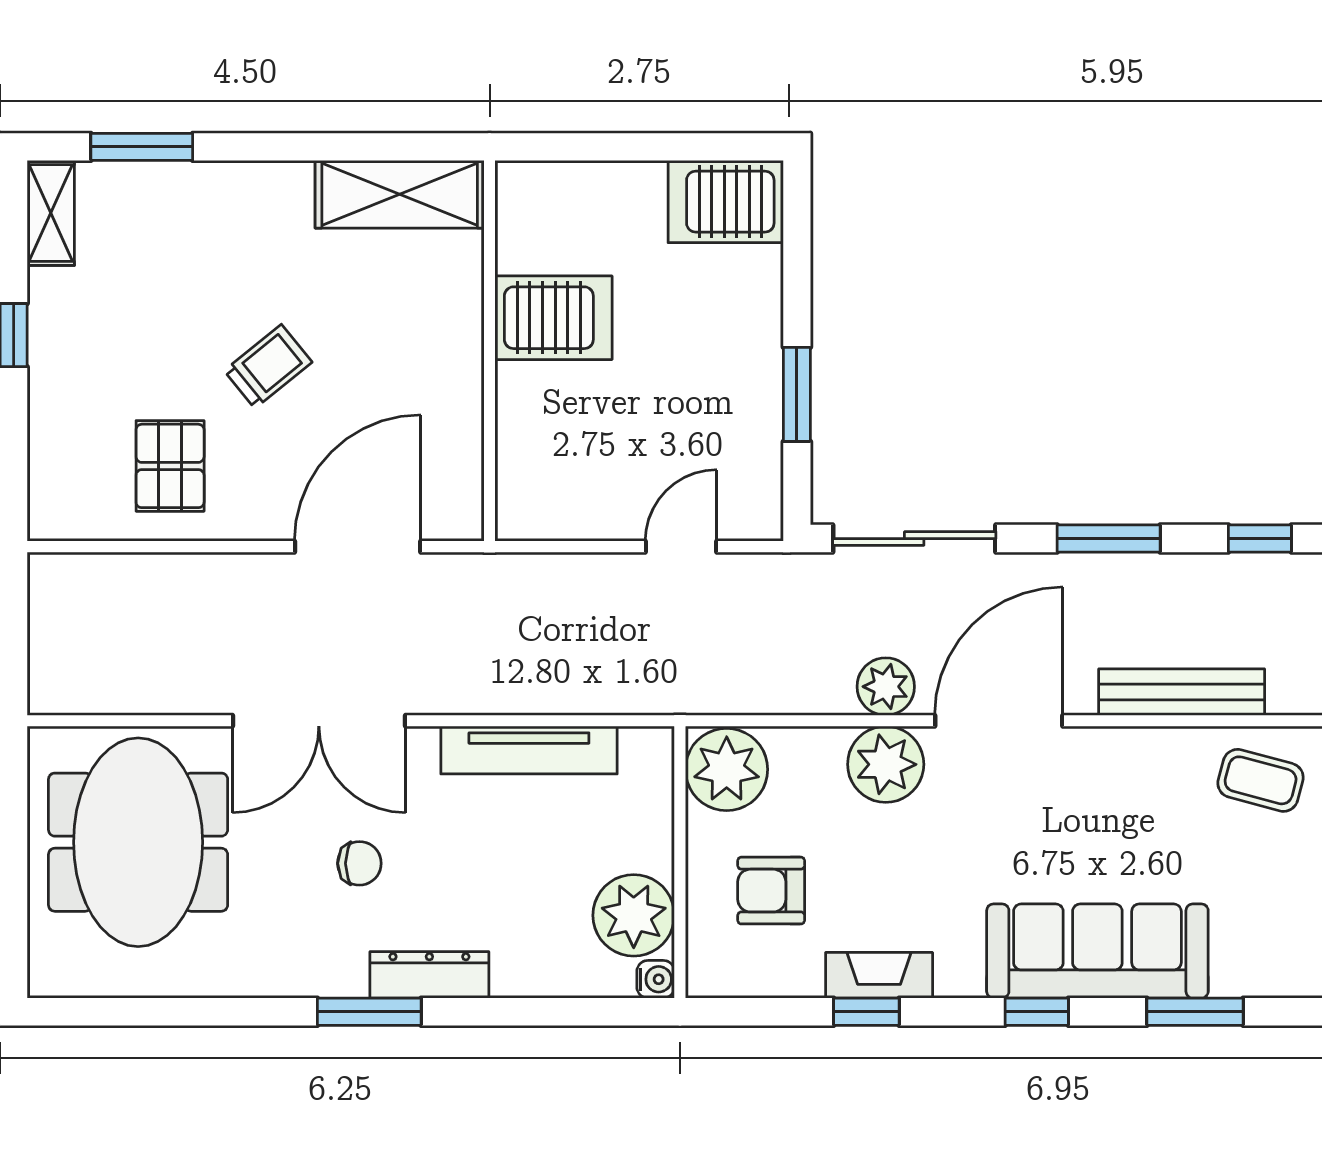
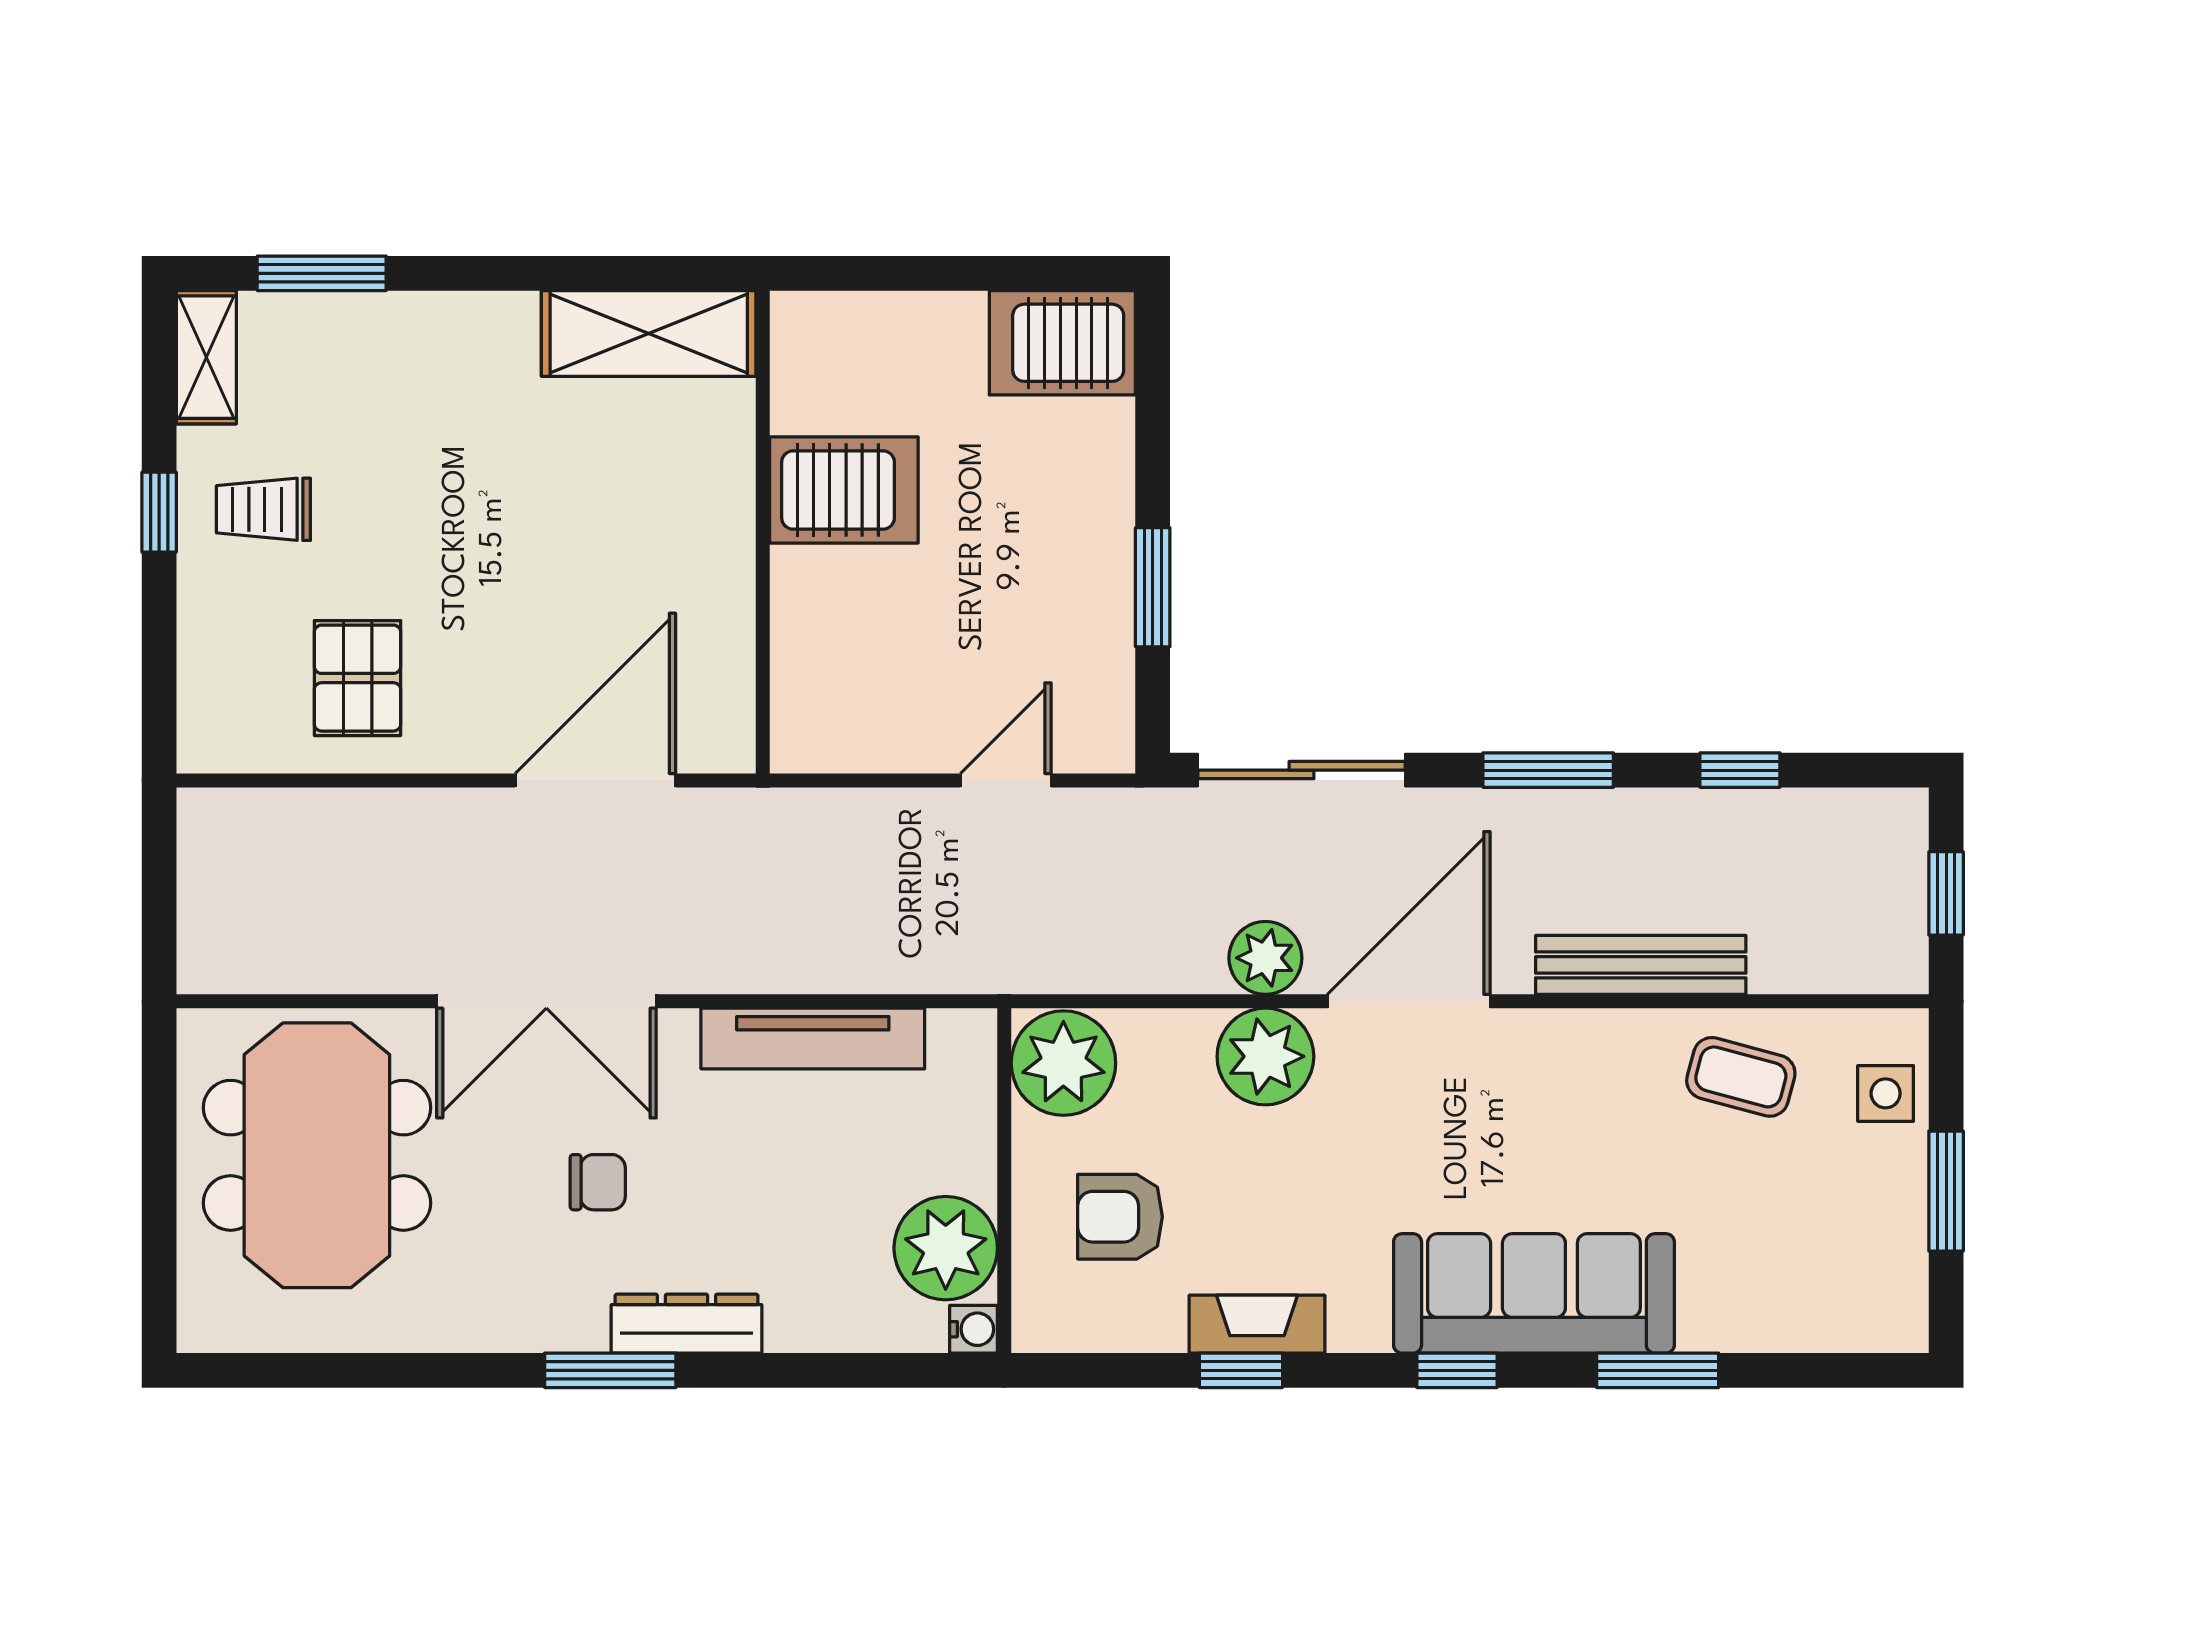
trolley: (268, 366) -> (263, 509), moved, turned -141

